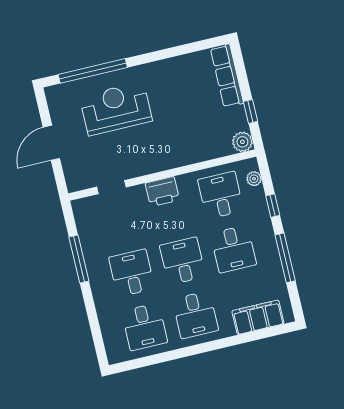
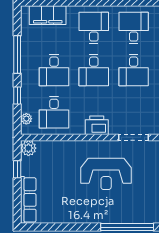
reception desk: (116, 109) -> (106, 174), moved
doorway: (112, 187) -> (134, 137), width x1.38
desk: (233, 249) -> (54, 70), turned 180

